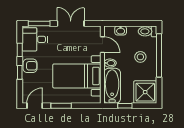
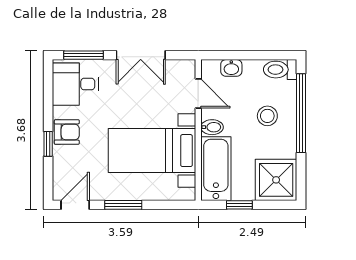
double door: (71, 23) -> (141, 55), swing flipped
window: (20, 50) -> (48, 103), removed

